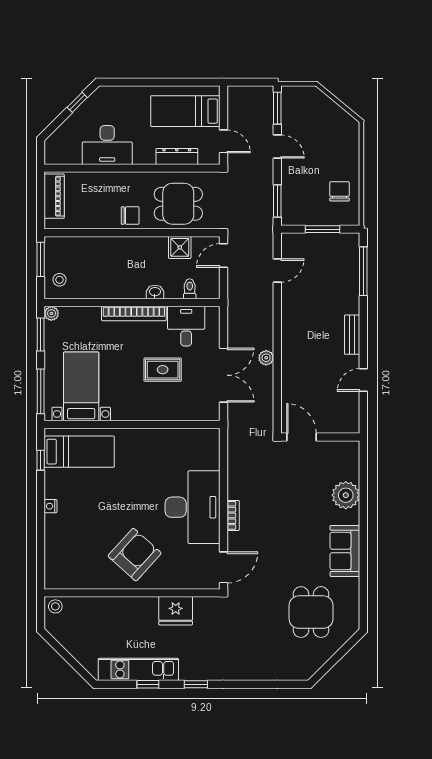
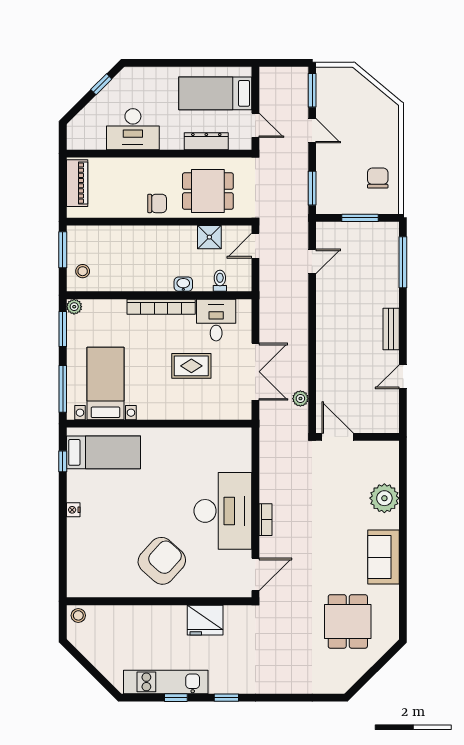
plant: (266, 358) -> (300, 399), moved

